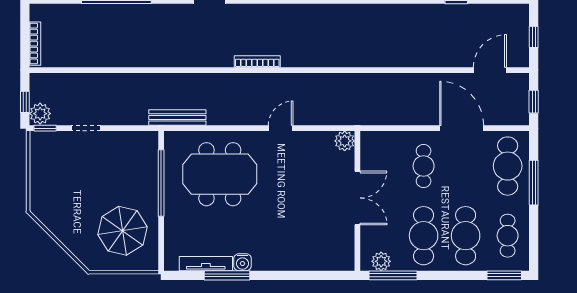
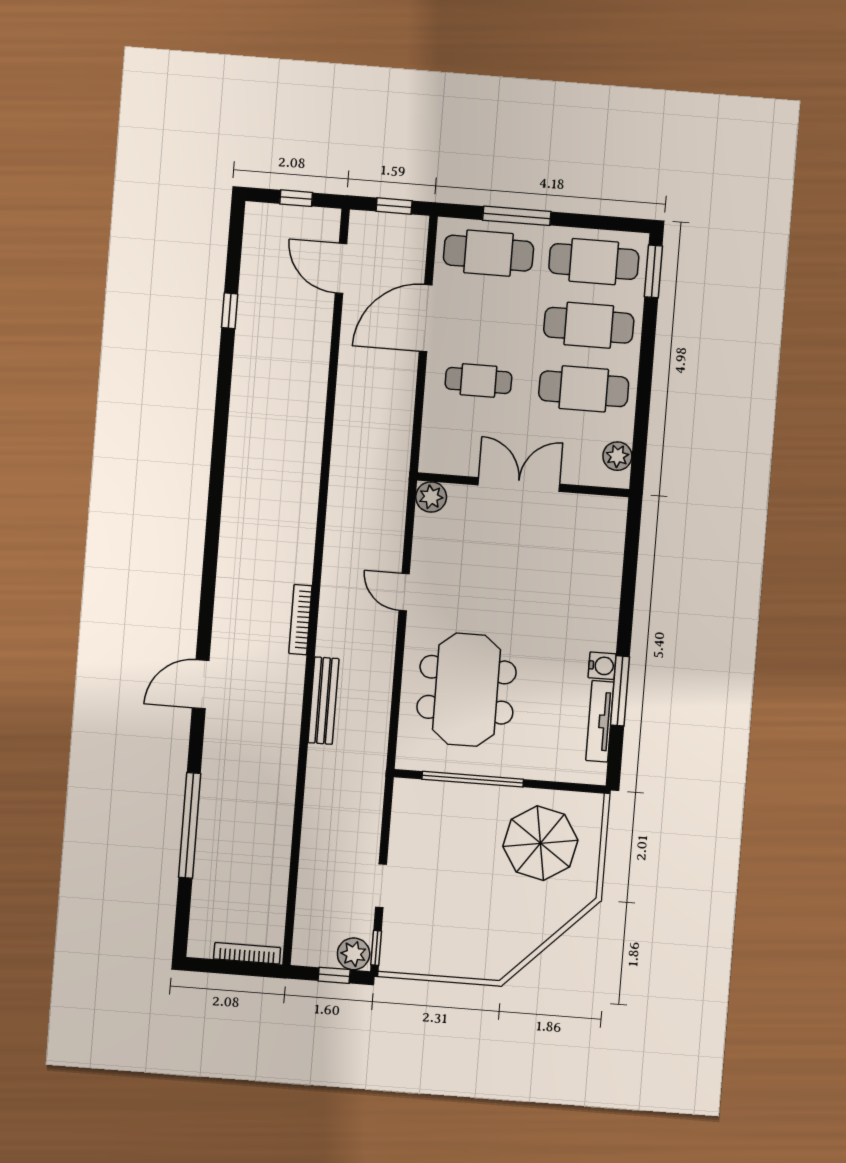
bench: (177, 117) -> (323, 701), moved
cafe table: (508, 236) -> (594, 262), width x1.37, depth x1.35
window: (393, 275) -> (640, 440), removed

